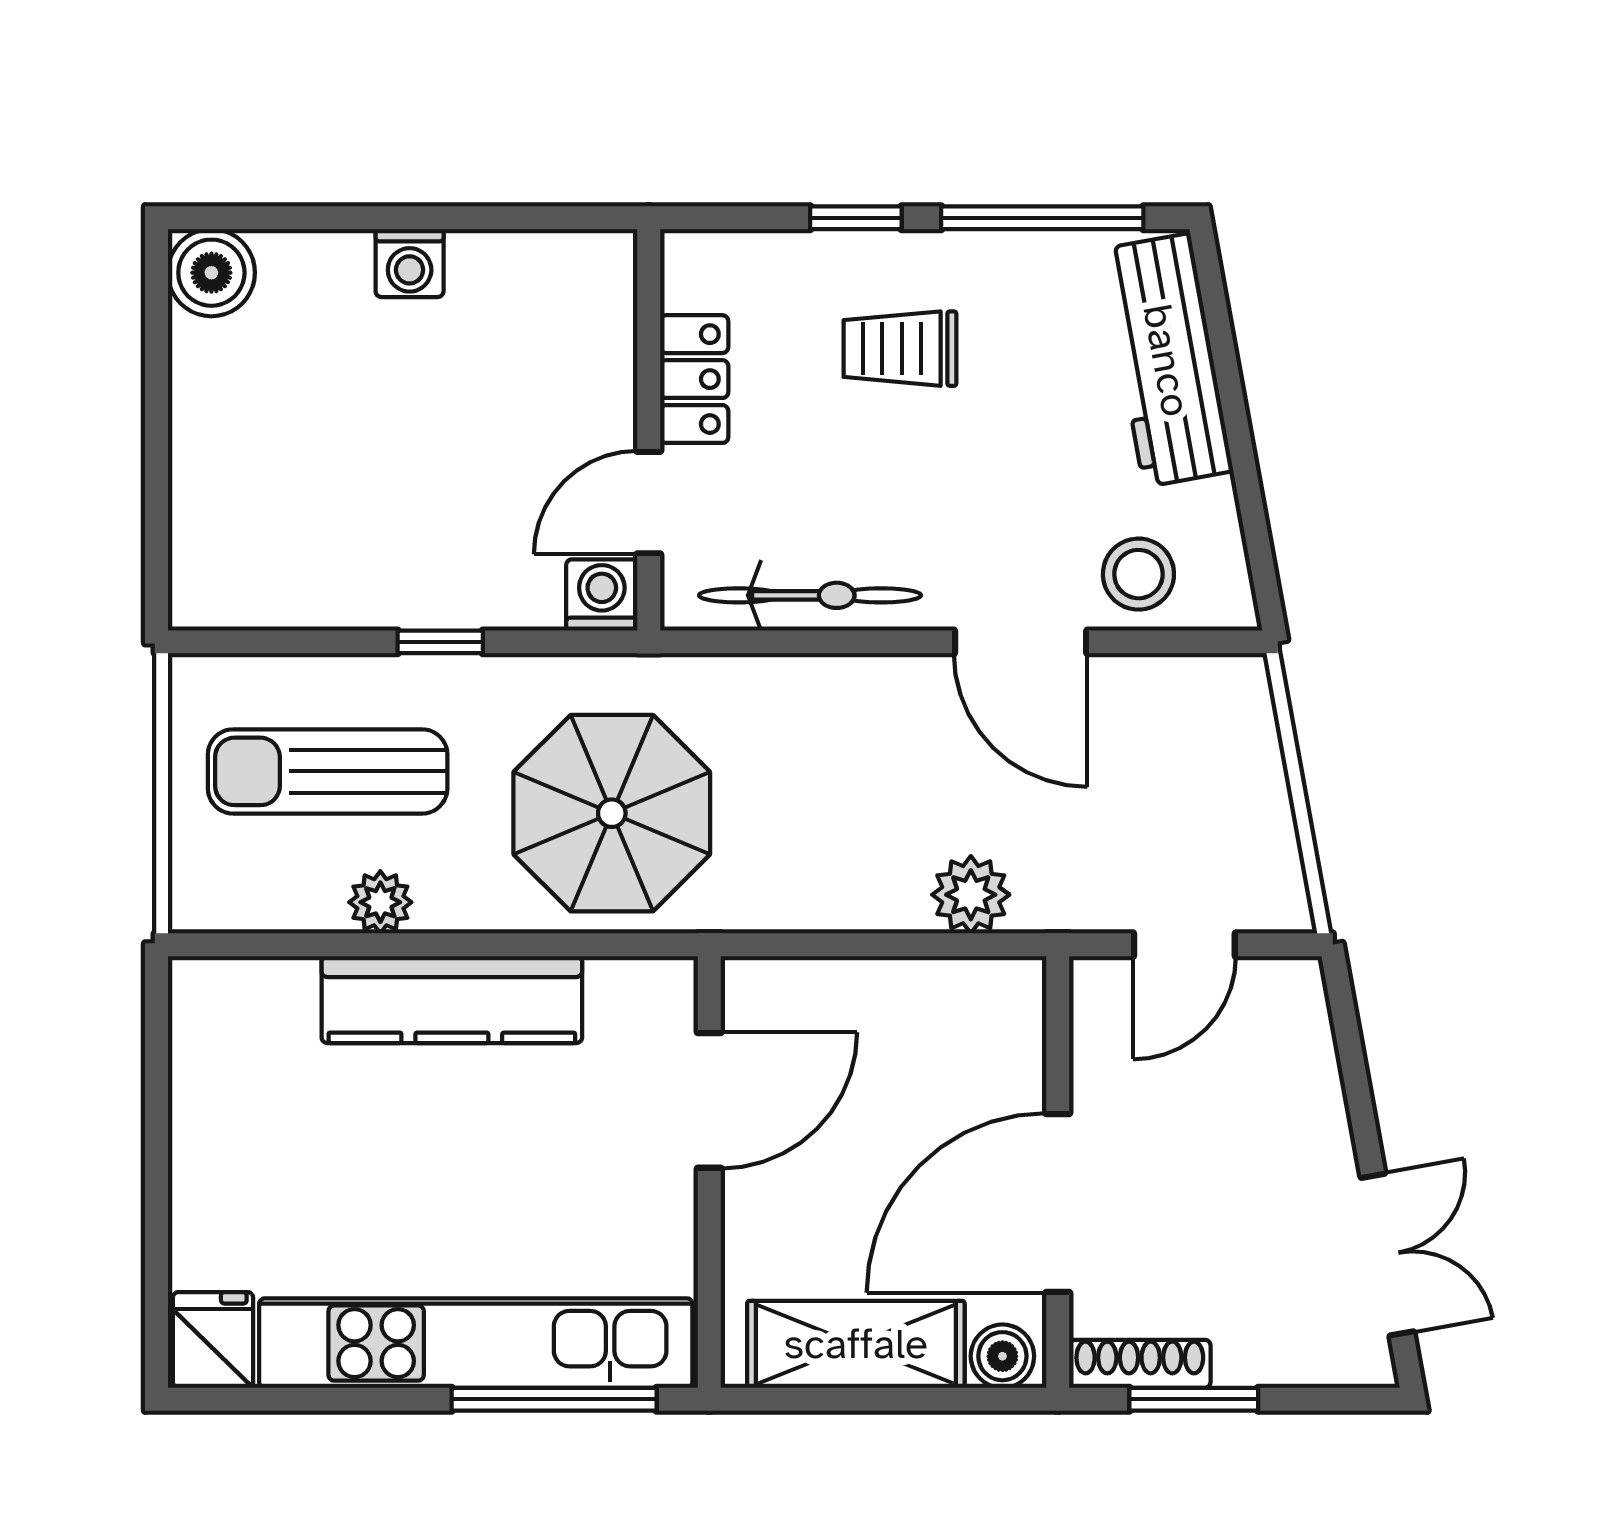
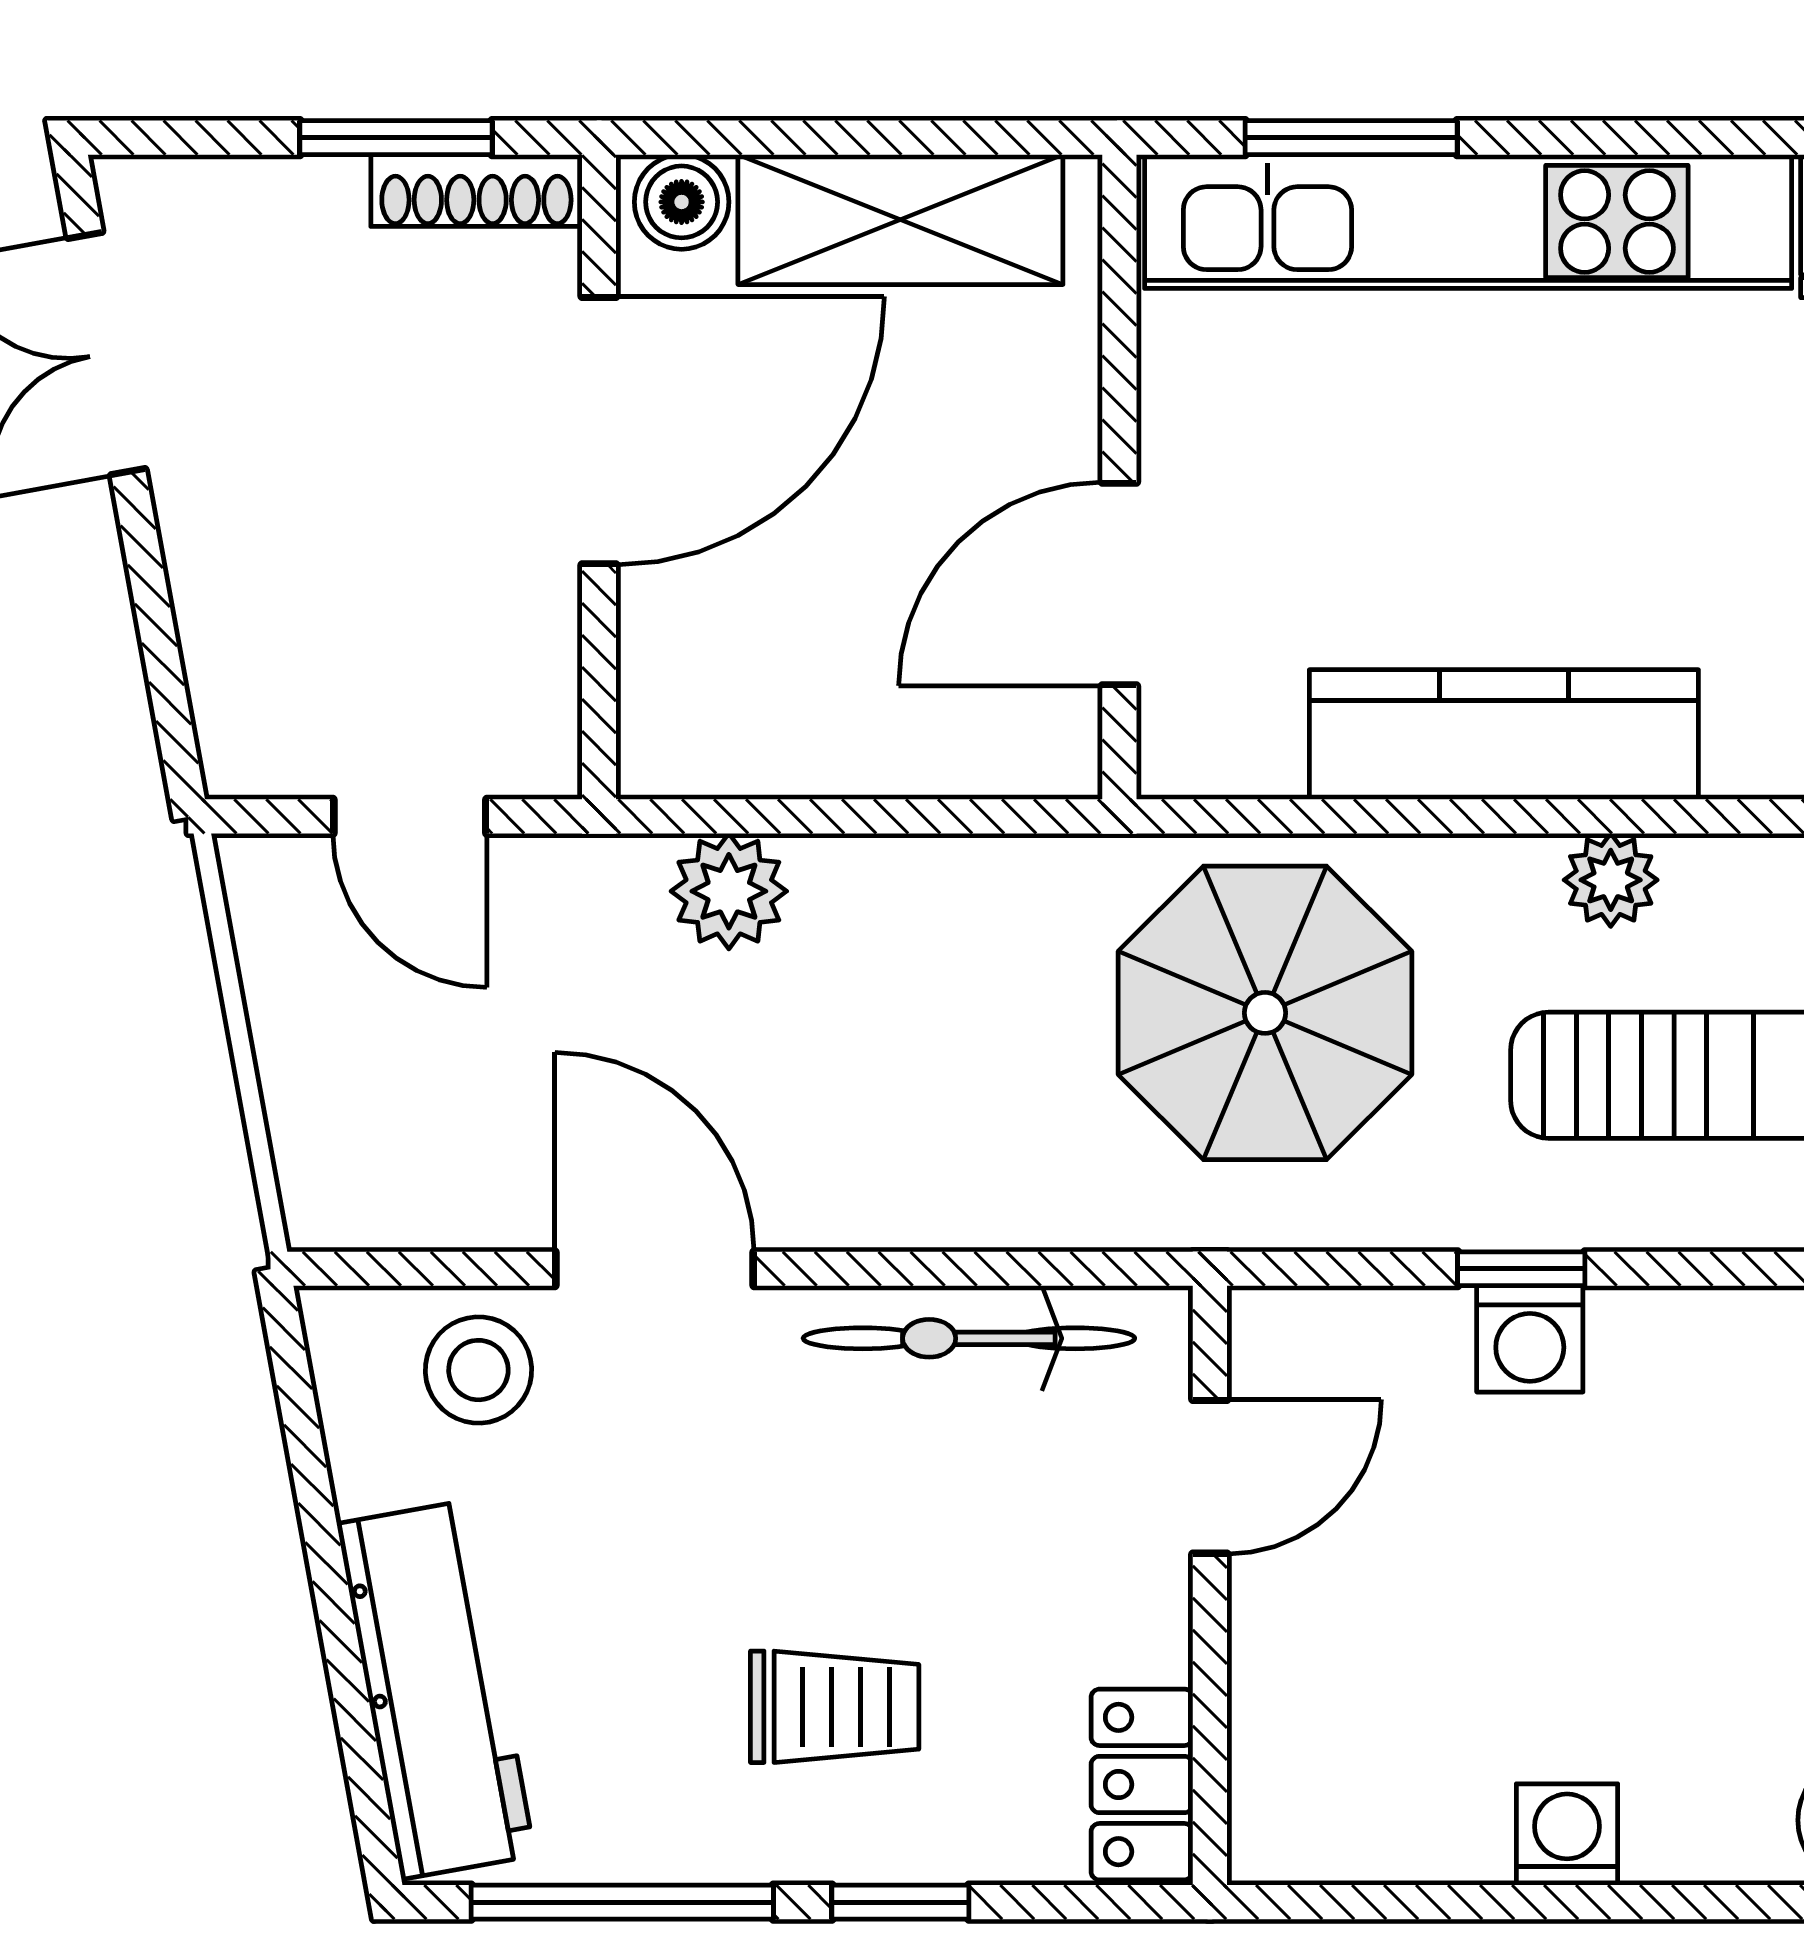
locker: (694, 379) -> (1142, 1784), moved
washing machine: (602, 595) -> (1530, 1339), moved
door: (1184, 945) -> (410, 816), swing flipped
window: (554, 1399) -> (1351, 138), width x0.69

